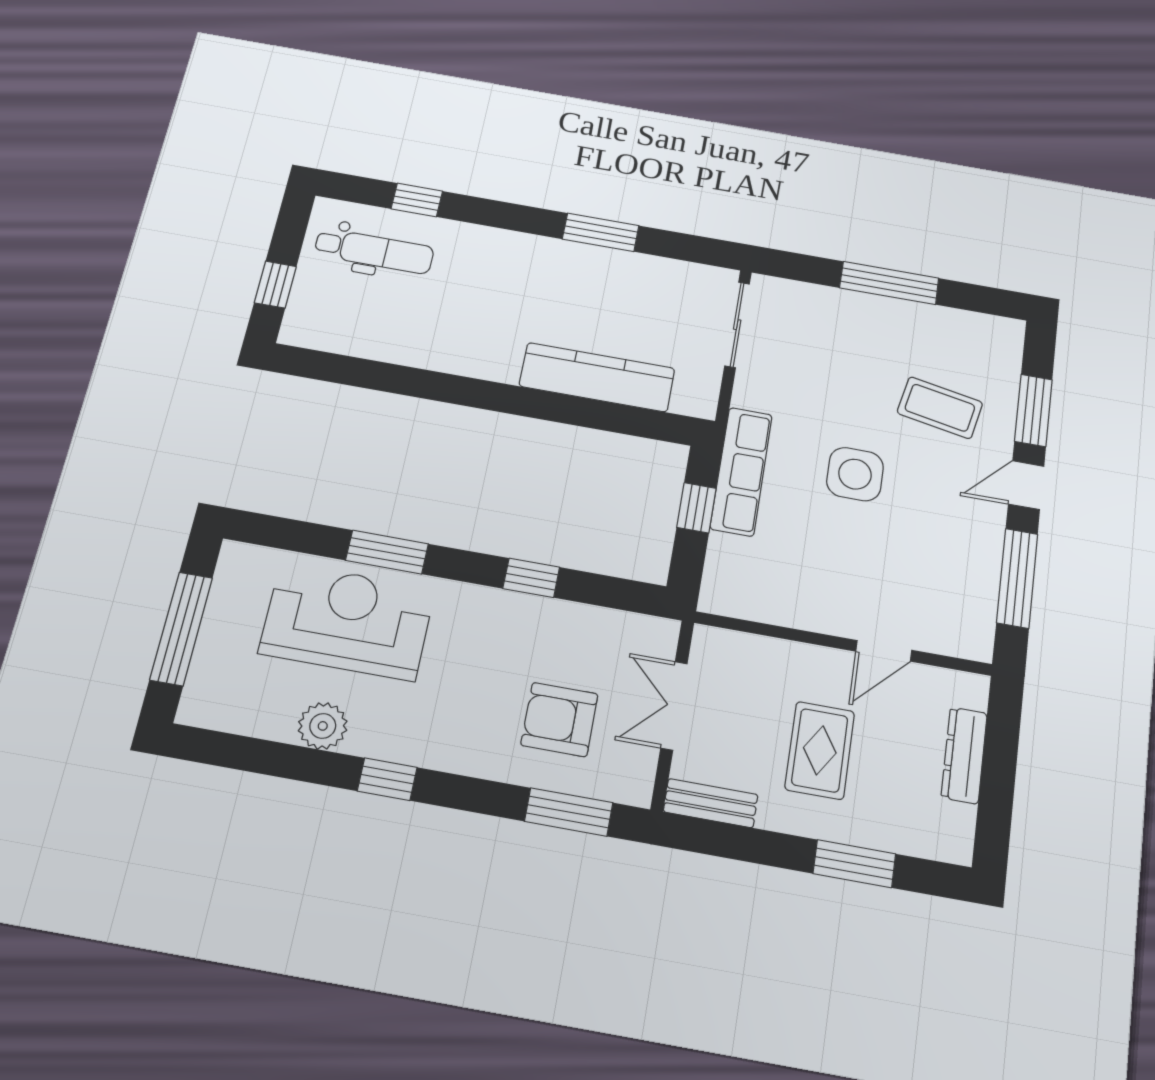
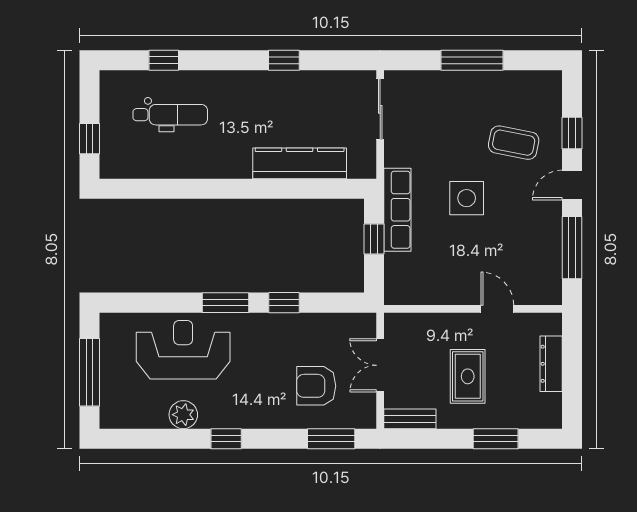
window: (601, 232) -> (284, 60), width x0.67
dental chair: (374, 251) -> (170, 115), moved
window: (1033, 410) -> (572, 133), width x0.67
window: (387, 552) -> (226, 303), moved
door: (884, 651) -> (497, 309), swing flipped

